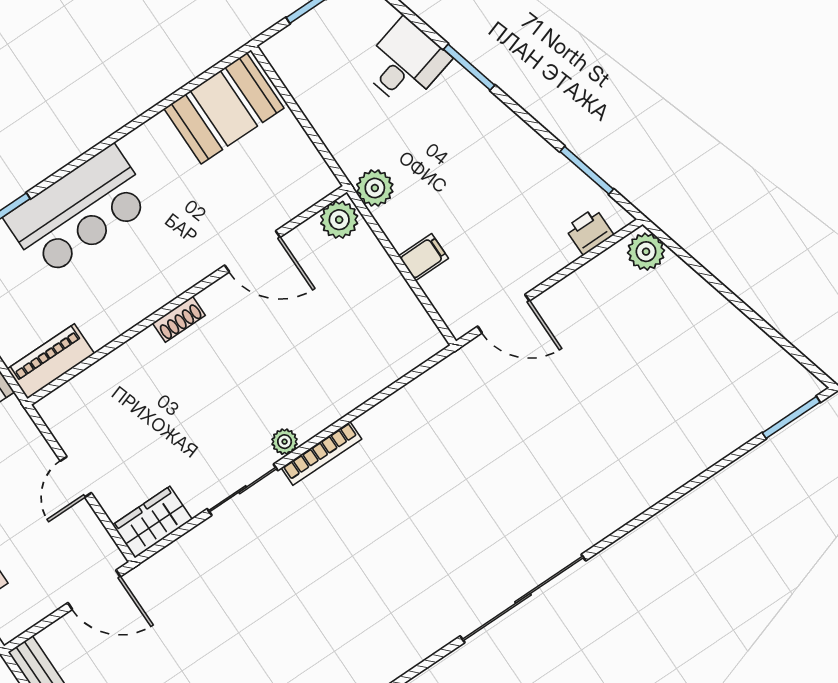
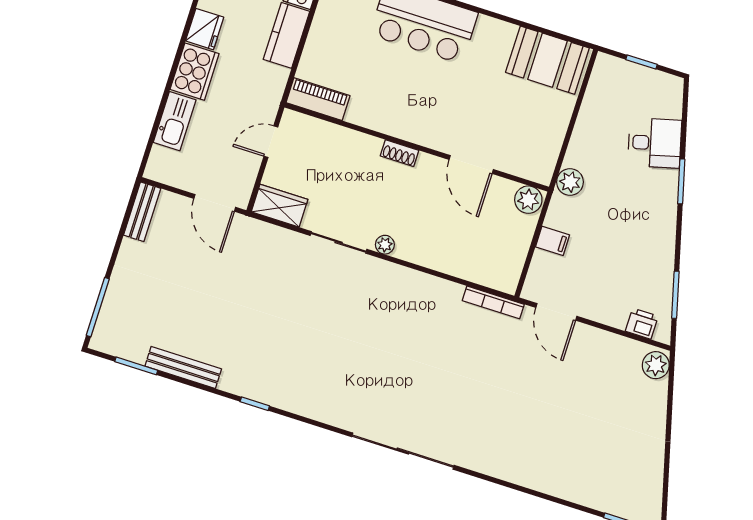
plant: (339, 220) -> (528, 200), moved
door: (252, 251) -> (471, 164), moved
wall: (187, 295) -> (417, 147), moved
shoe rack: (179, 319) -> (399, 153), moved
piano: (51, 361) -> (318, 99), moved
bookcase: (321, 453) -> (493, 302), moved

